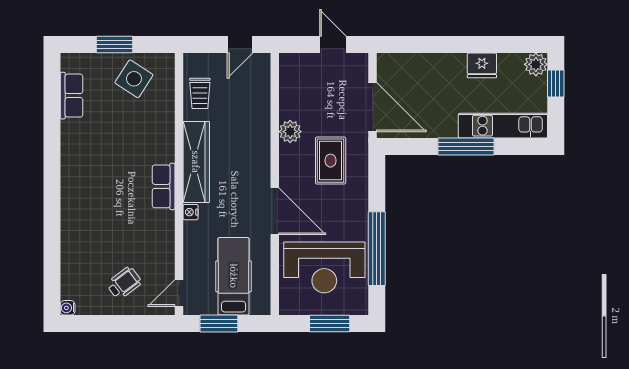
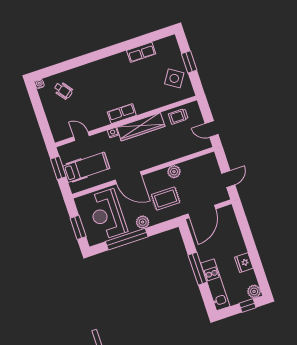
row of seats: (71, 96) -> (141, 52), moved
door: (275, 211) -> (128, 178), hinge flipped
plant: (357, 212) -> (143, 222), added
wheelchair: (124, 283) -> (63, 90), moved
door: (179, 293) -> (81, 136), moved

